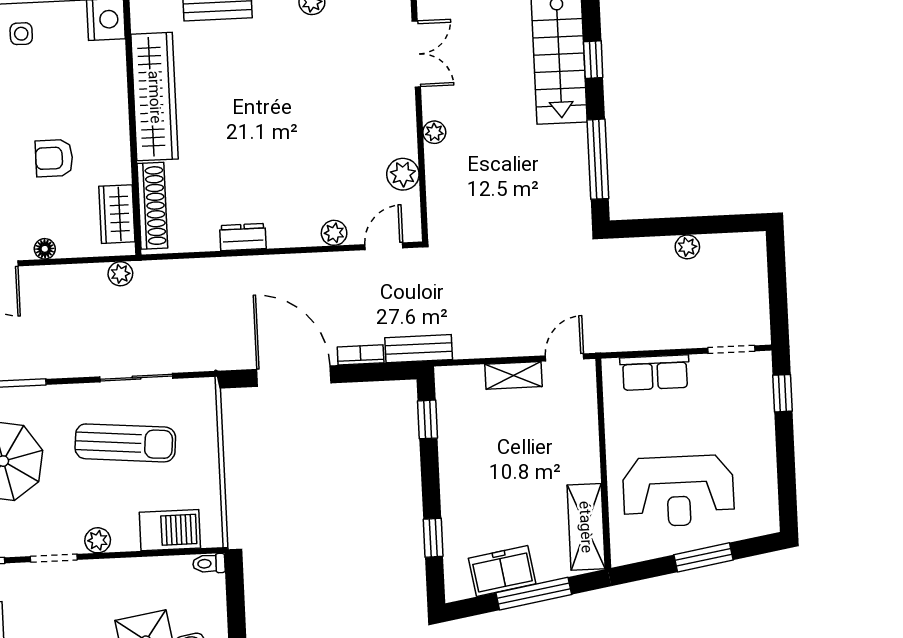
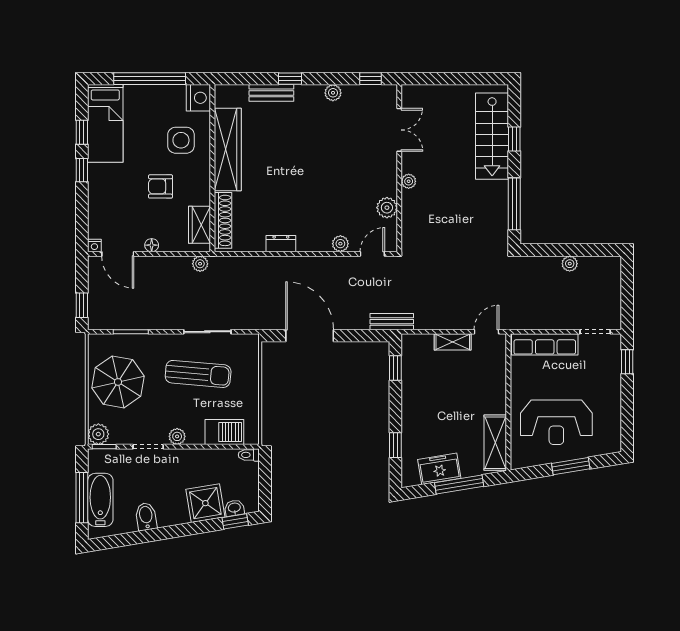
side table: (21, 34) -> (181, 140), moved, width x1.87, depth x1.87
bookcase: (361, 355) -> (354, 324), removed
row of seats: (655, 373) -> (545, 344), width x1.48

